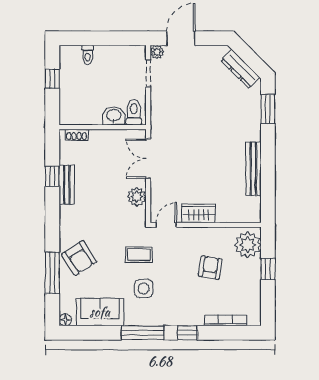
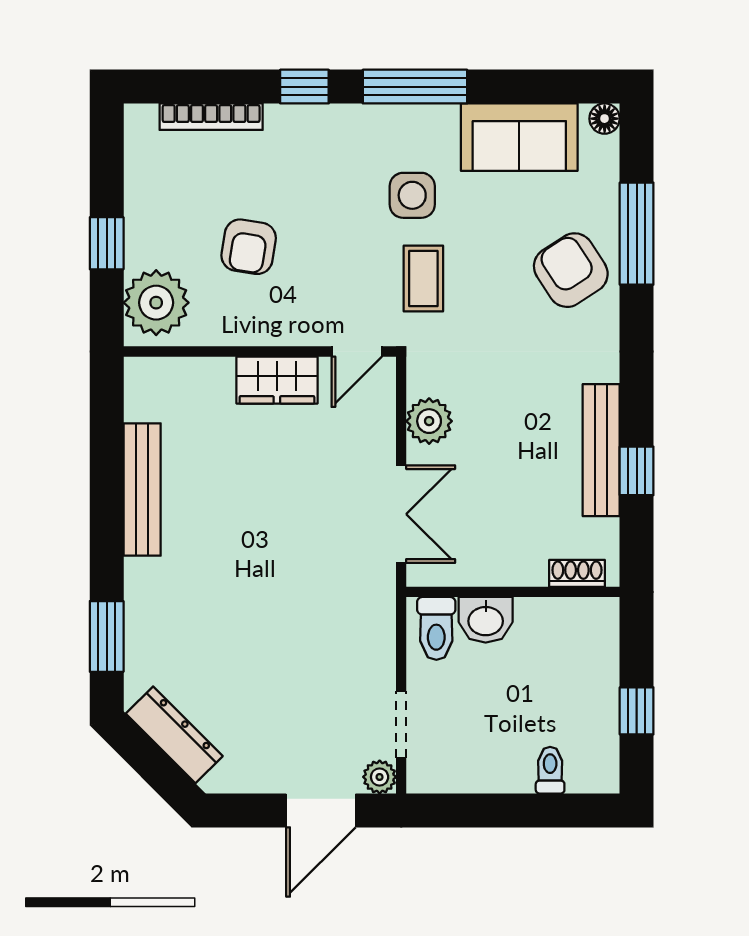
bench: (67, 185) -> (601, 450), width x1.36
coffee table: (139, 255) -> (423, 279), turned 90

